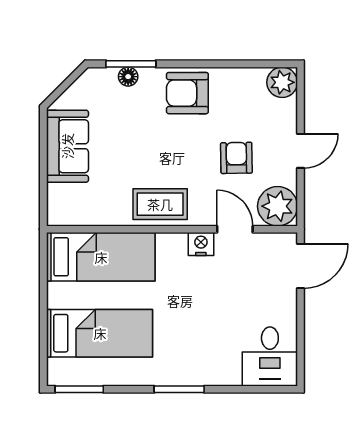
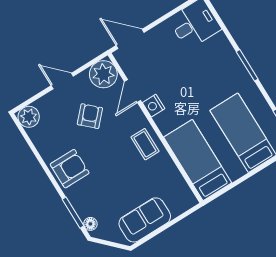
floor lamp: (128, 77) -> (90, 224), moved
armchair: (187, 93) -> (70, 169), turned -90
armchair: (236, 158) -> (90, 116), turned 134
coffee table: (160, 204) -> (145, 144), width x0.73, depth x0.77

